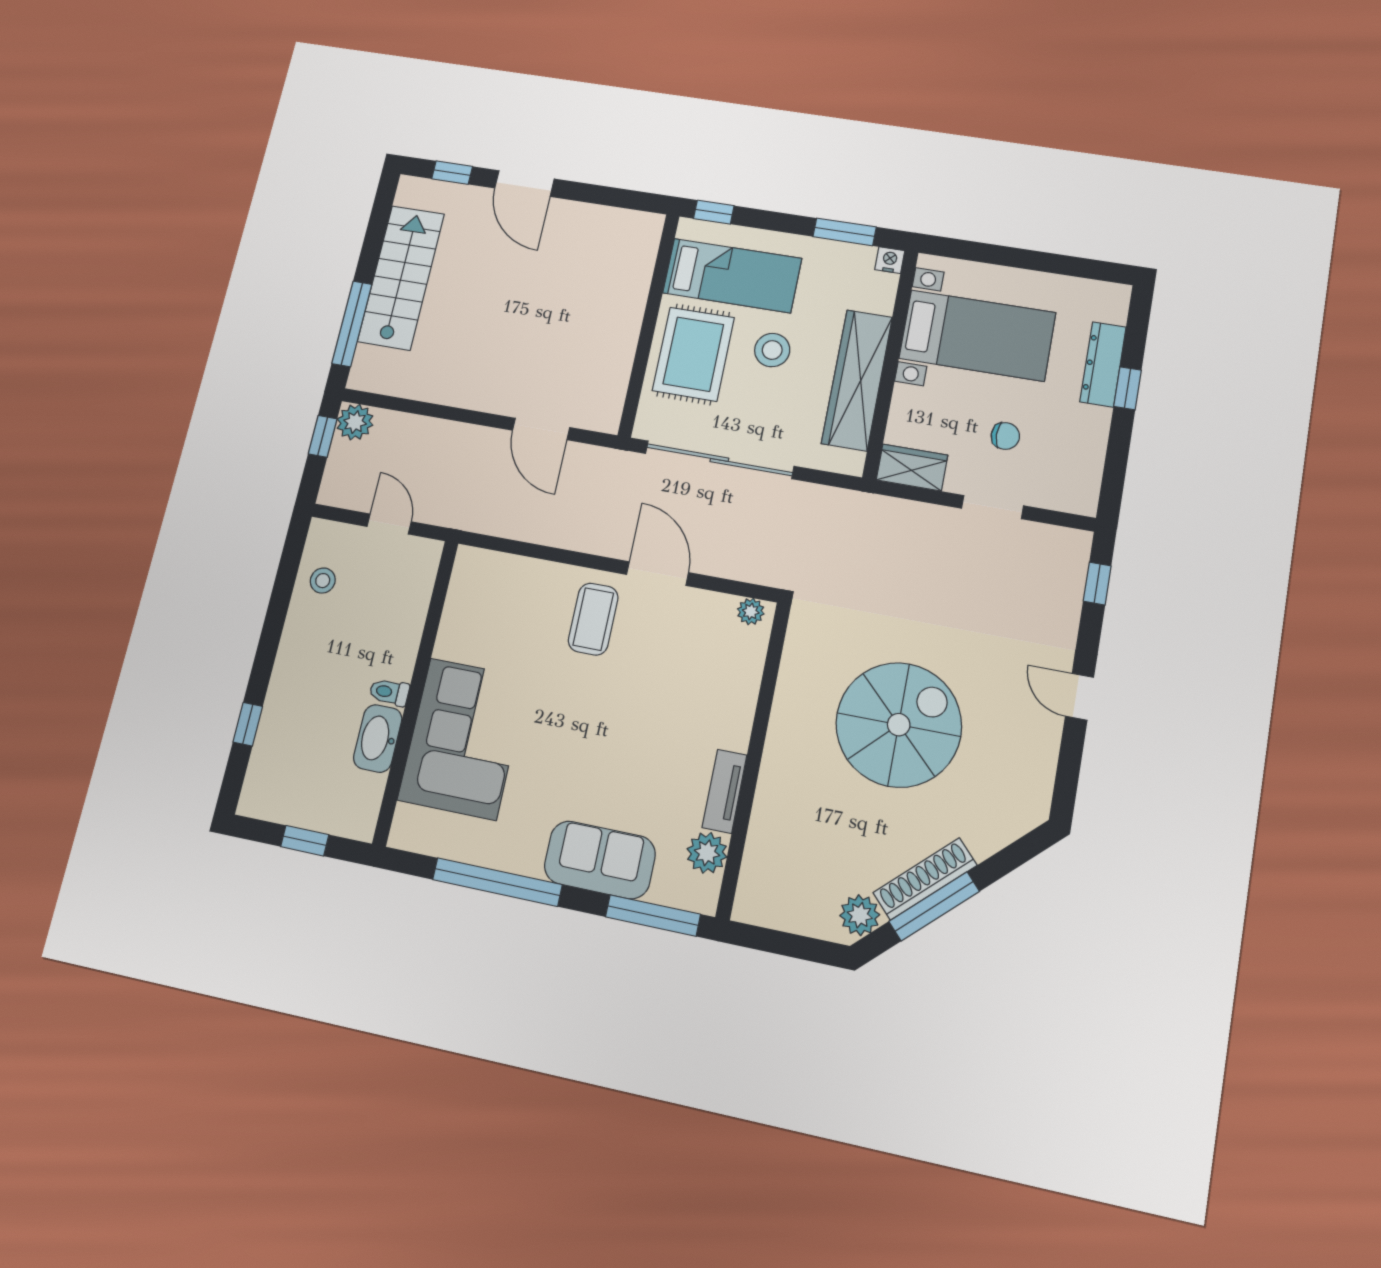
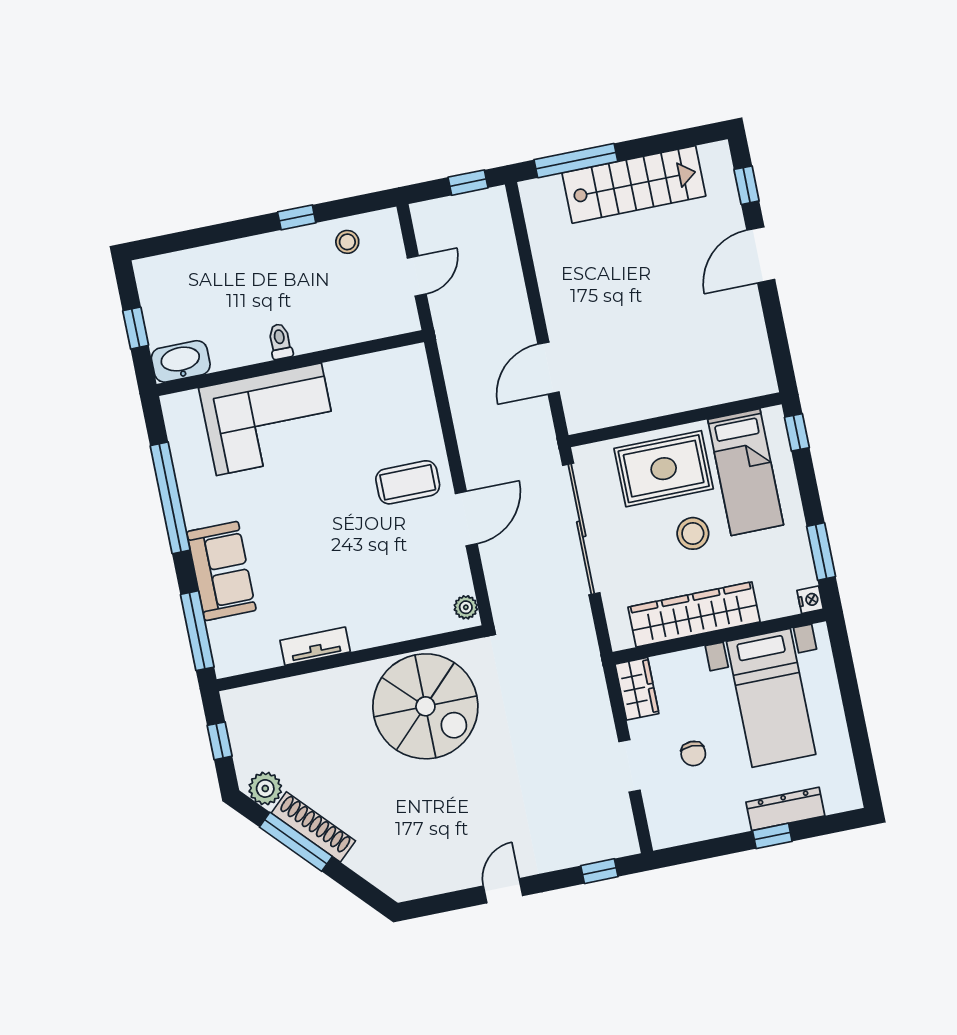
plant: (355, 422) -> (491, 205), removed
window: (248, 724) -> (297, 217), moved
spiral stairs: (899, 725) -> (425, 706), moved
washbasin: (378, 738) -> (181, 361), moved
plant: (707, 853) -> (262, 652), removed
window: (785, 944) -> (220, 741), added

